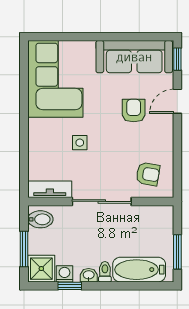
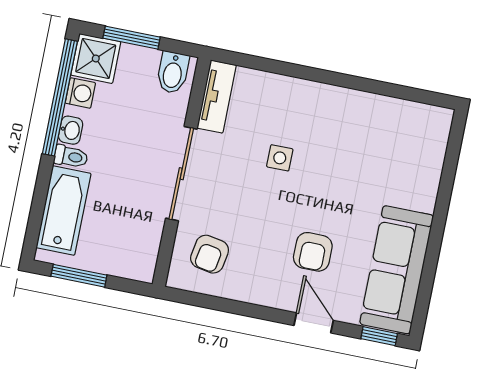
corner sofa: (55, 79) -> (387, 140), removed
armchair: (134, 111) -> (313, 252), turned 90
window: (70, 286) -> (60, 97), width x3.17

